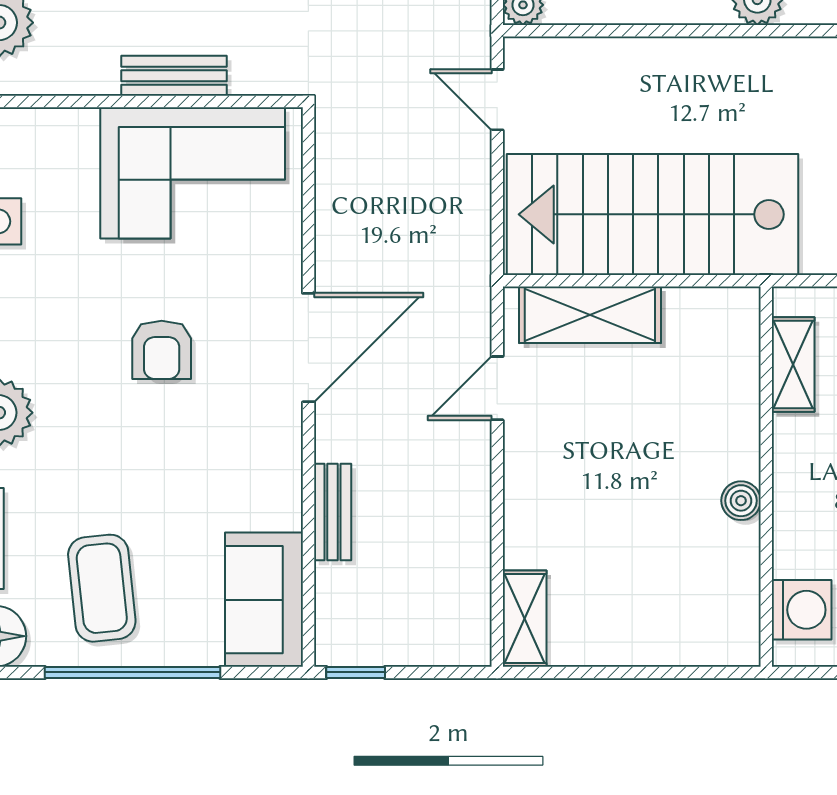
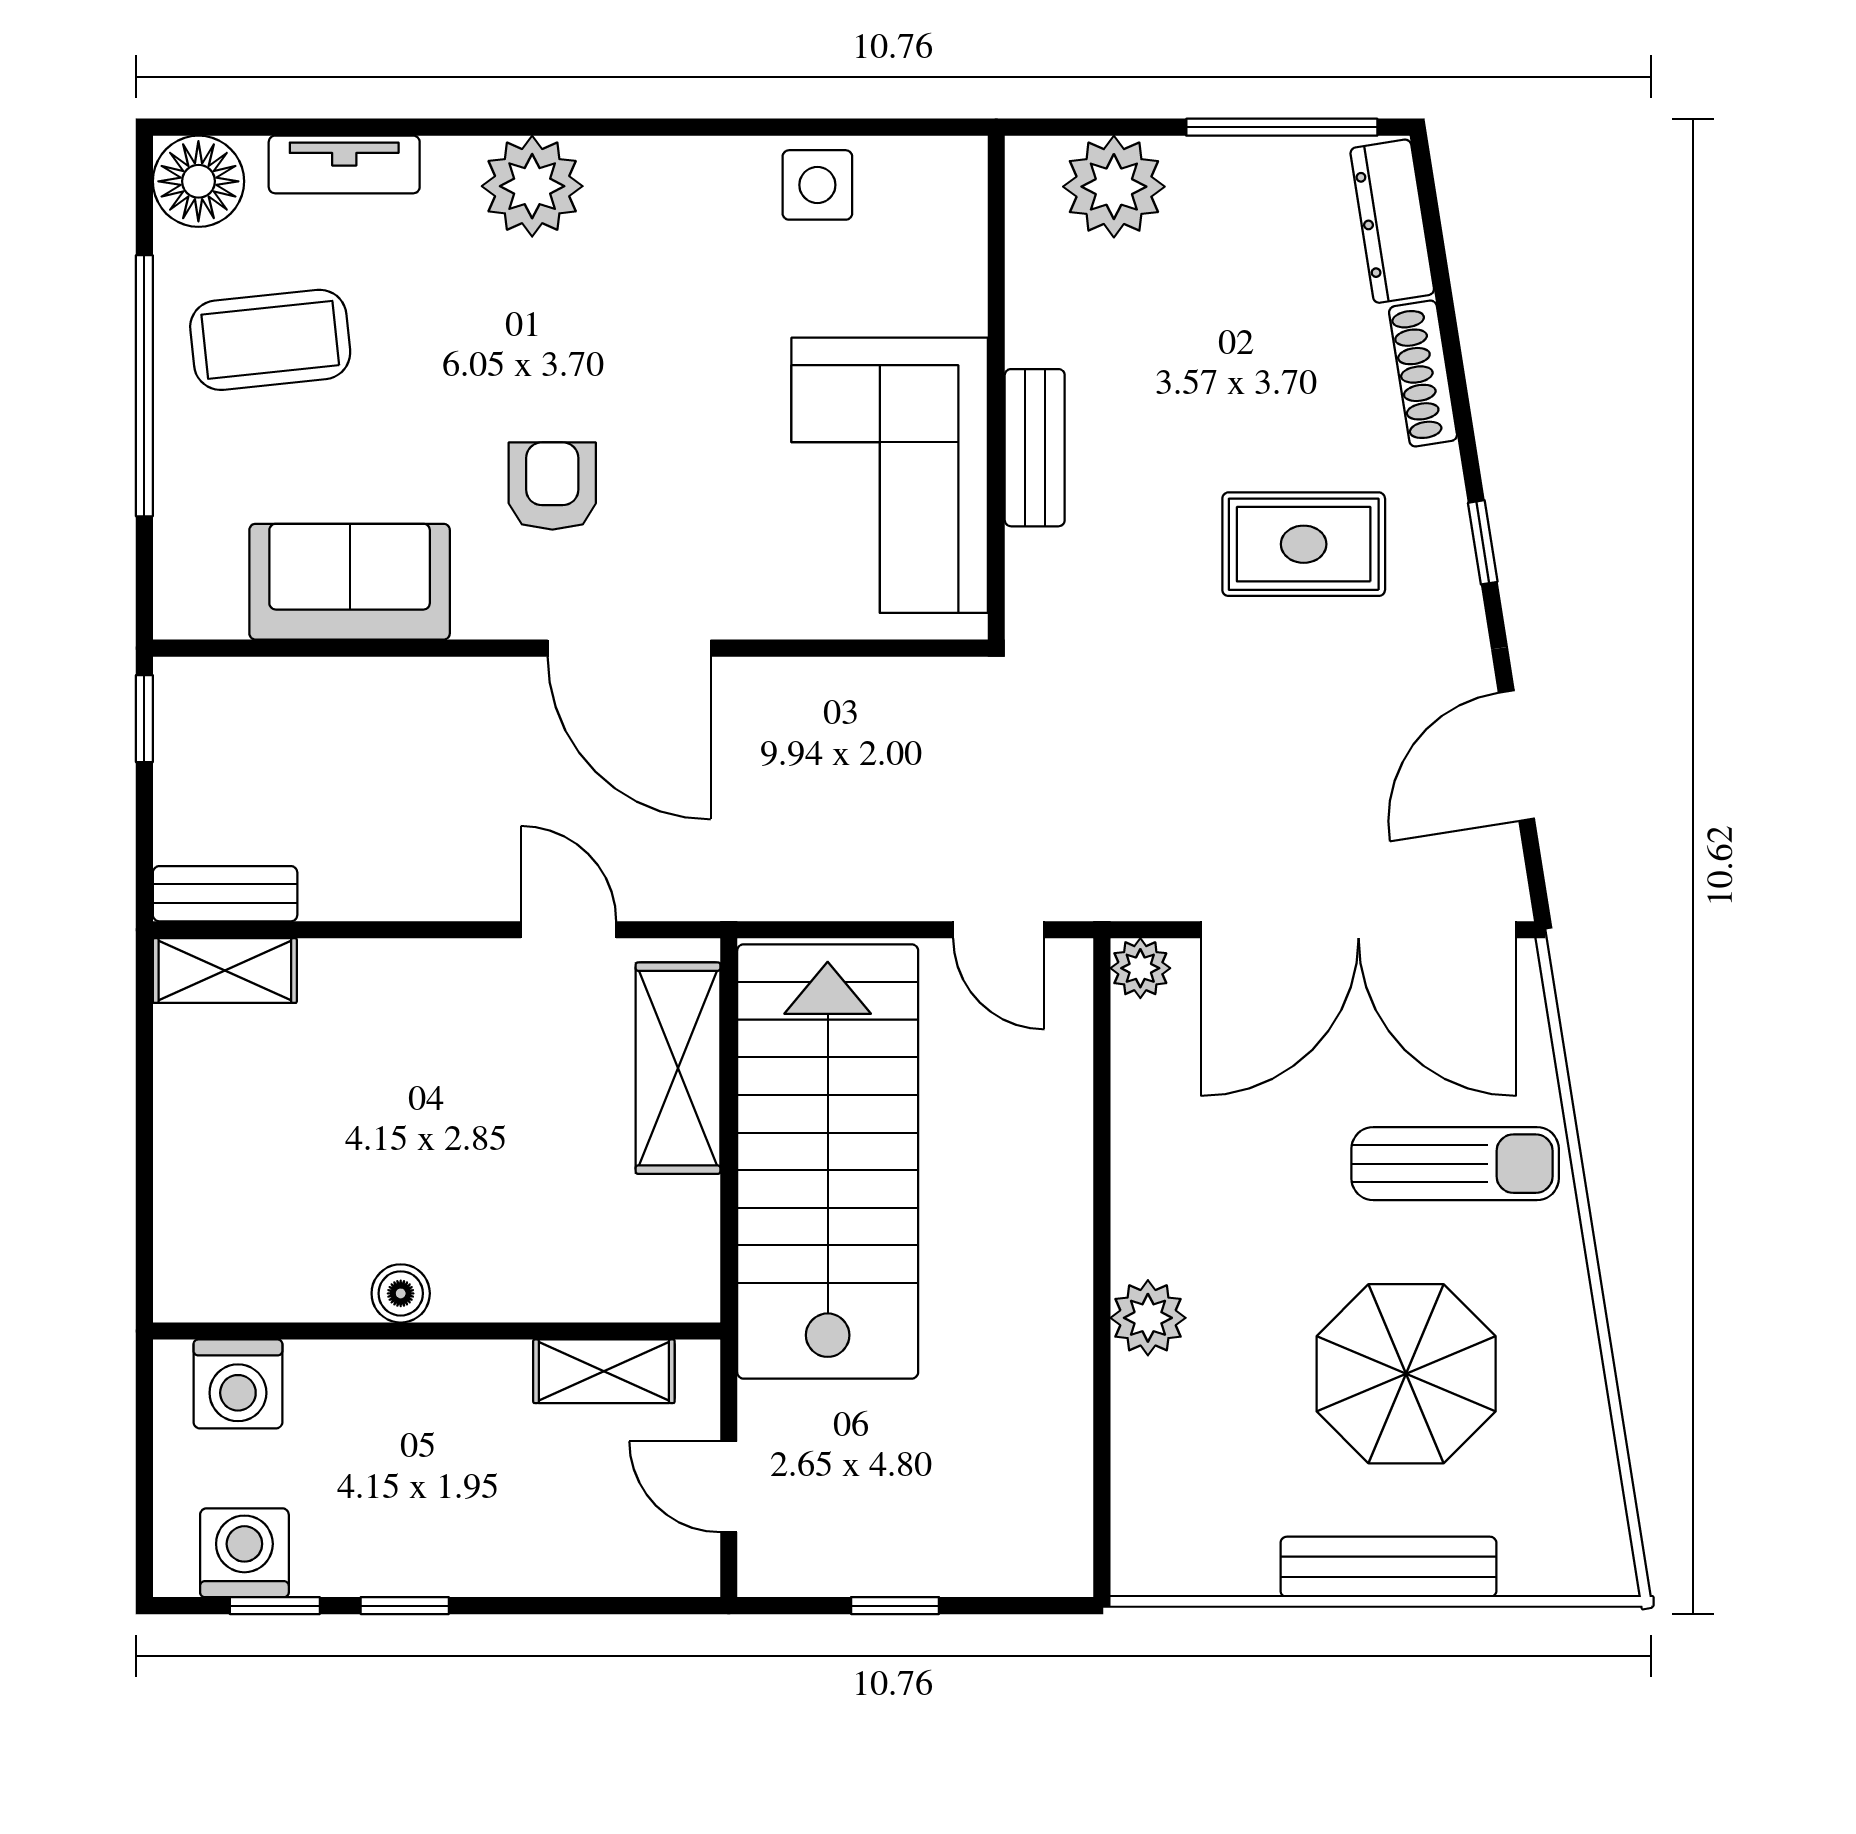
door: (497, 100) -> (999, 930), swing flipped
armchair: (162, 350) -> (552, 486), moved, turned 90
bench: (333, 512) -> (225, 894), moved
sofa: (264, 600) -> (350, 582), moved

